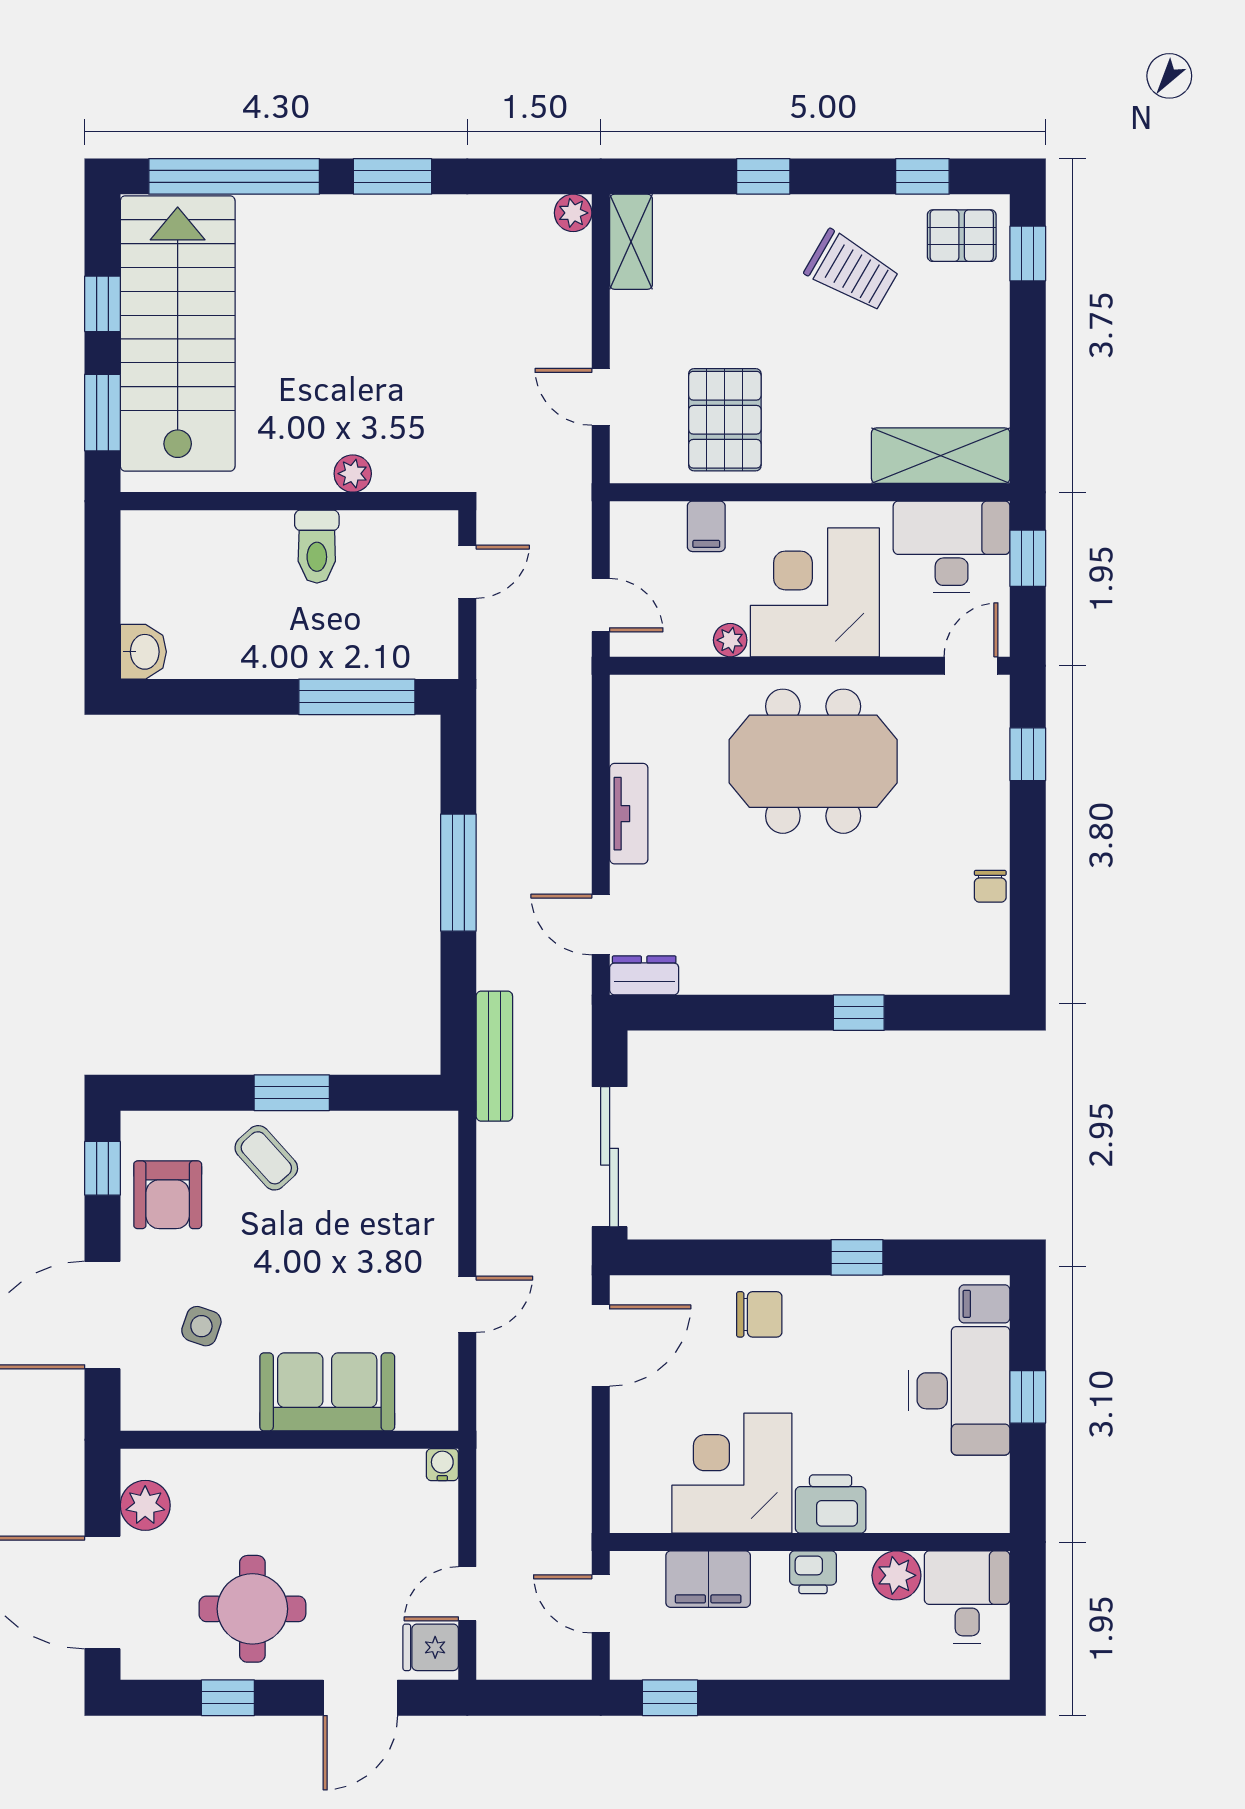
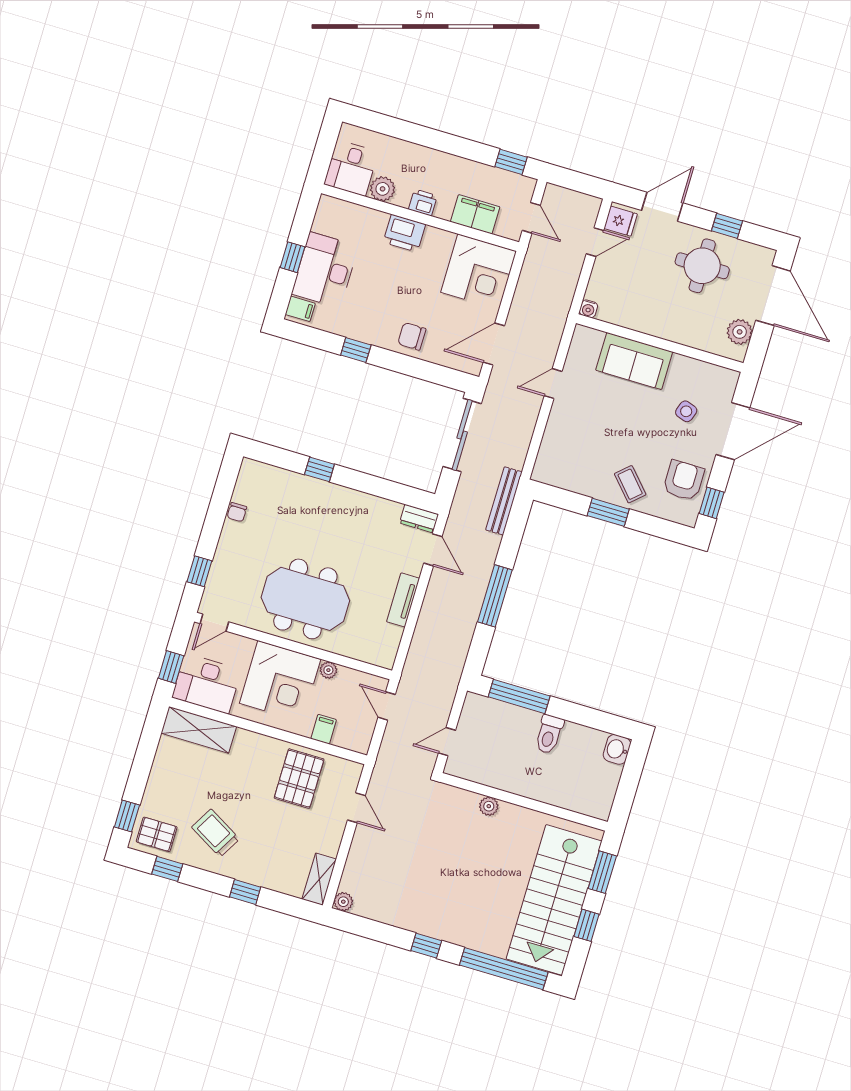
window: (393, 176) -> (426, 946), width x0.67
toilet: (317, 547) -> (549, 734), moved, turned 180
chair: (990, 886) -> (237, 512), turned 180
corner desk: (732, 1473) -> (479, 272), moved

